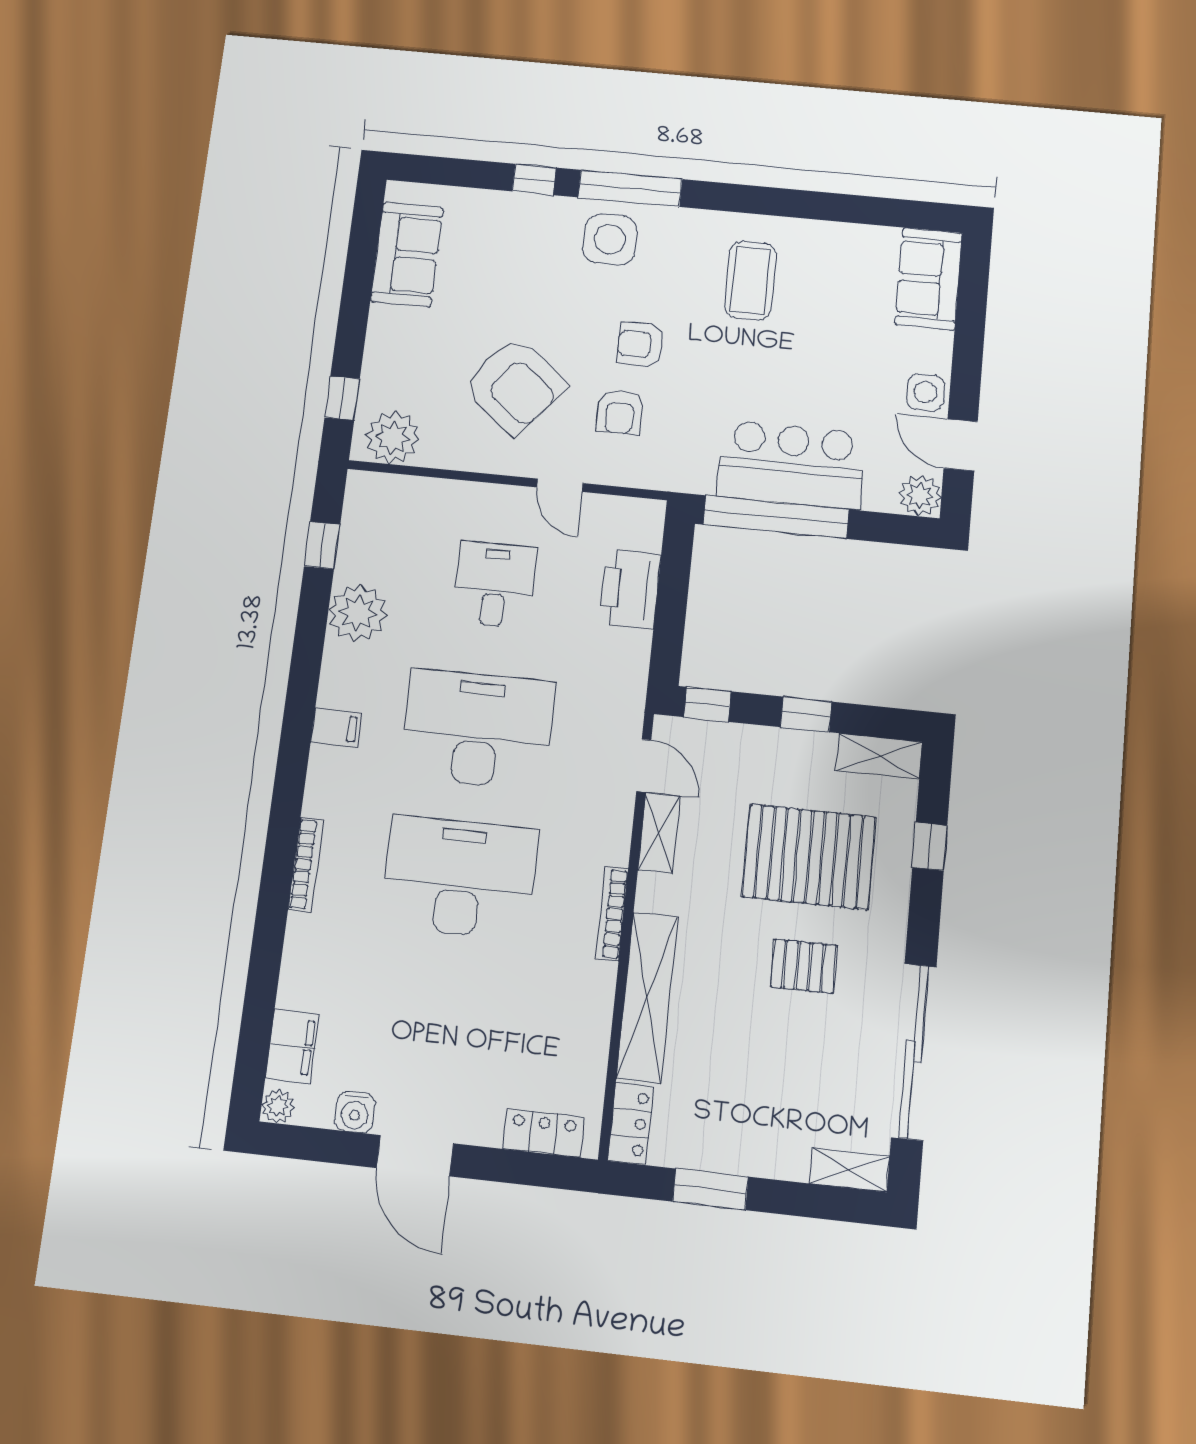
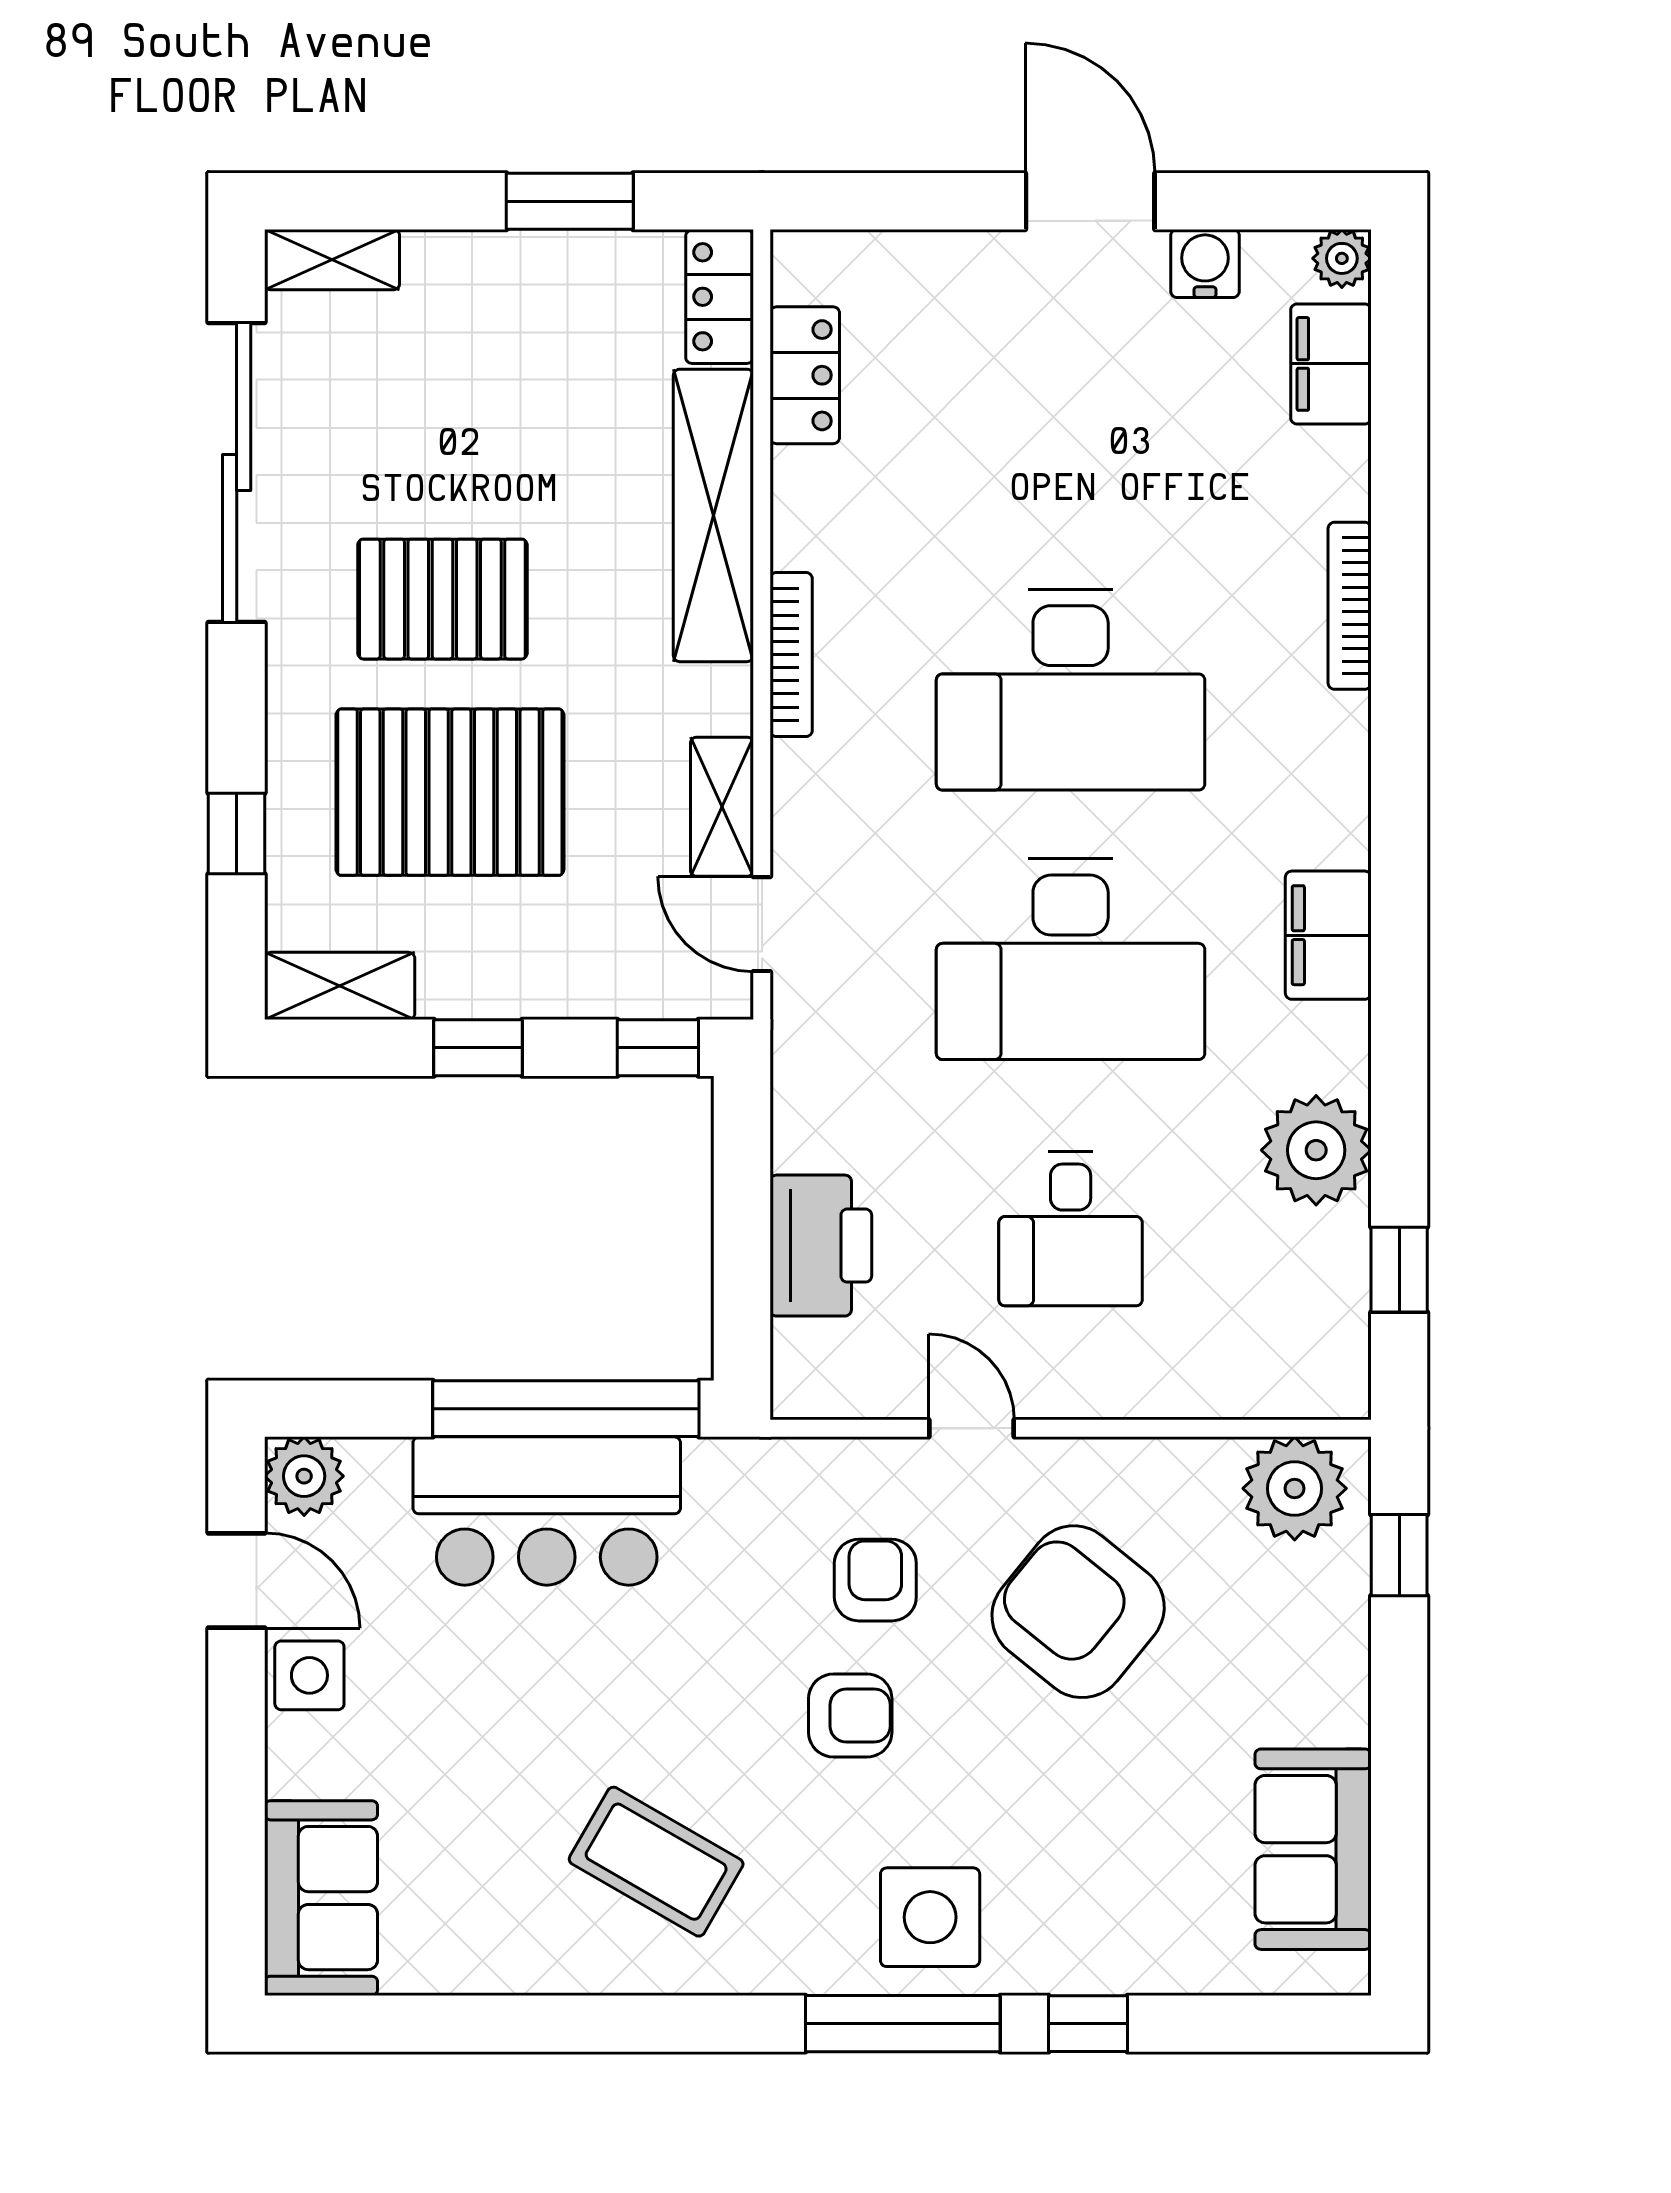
coffee table: (750, 281) -> (656, 1862), turned -60
filing cabinet: (336, 728) -> (1328, 935), width x2.00
bookcase: (306, 865) -> (1350, 606), moved
pallet: (804, 966) -> (442, 599), width x1.50, depth x1.42
locker: (544, 1133) -> (805, 375), moved, turned -90

